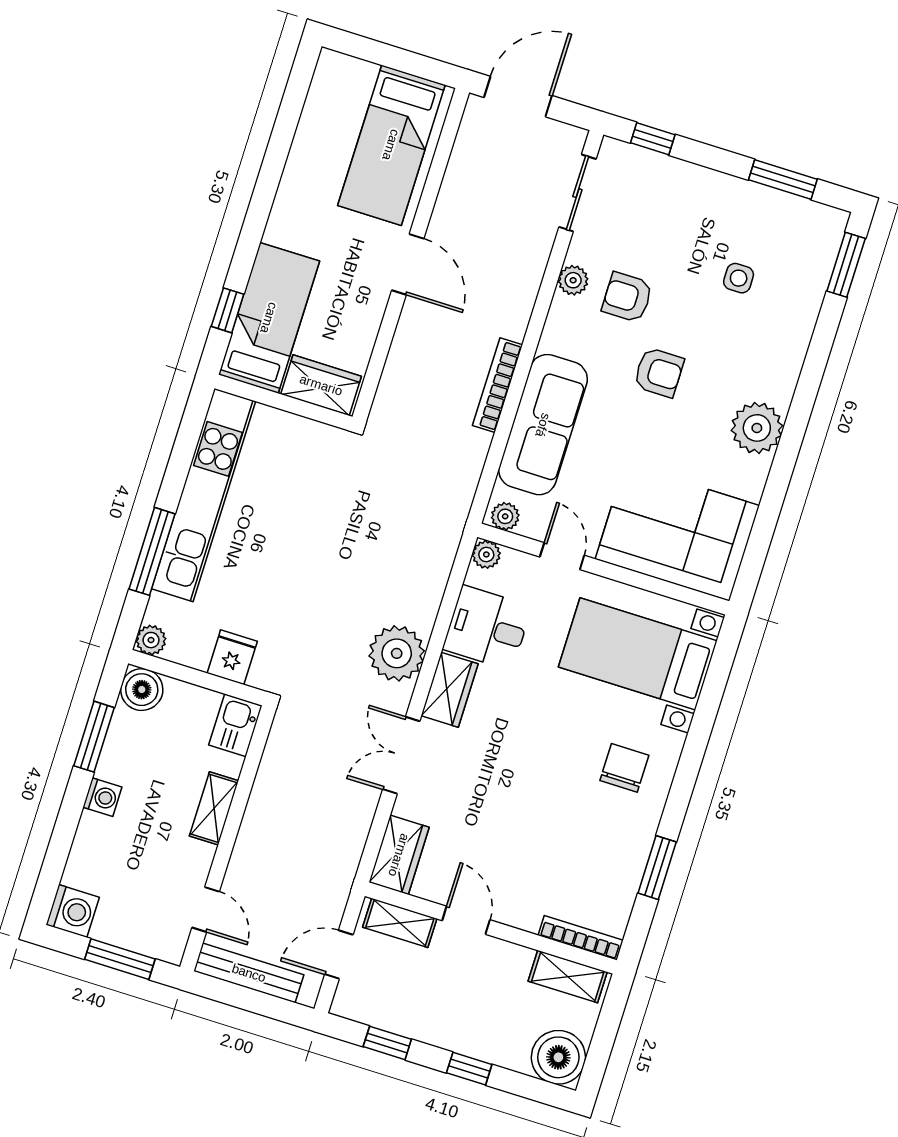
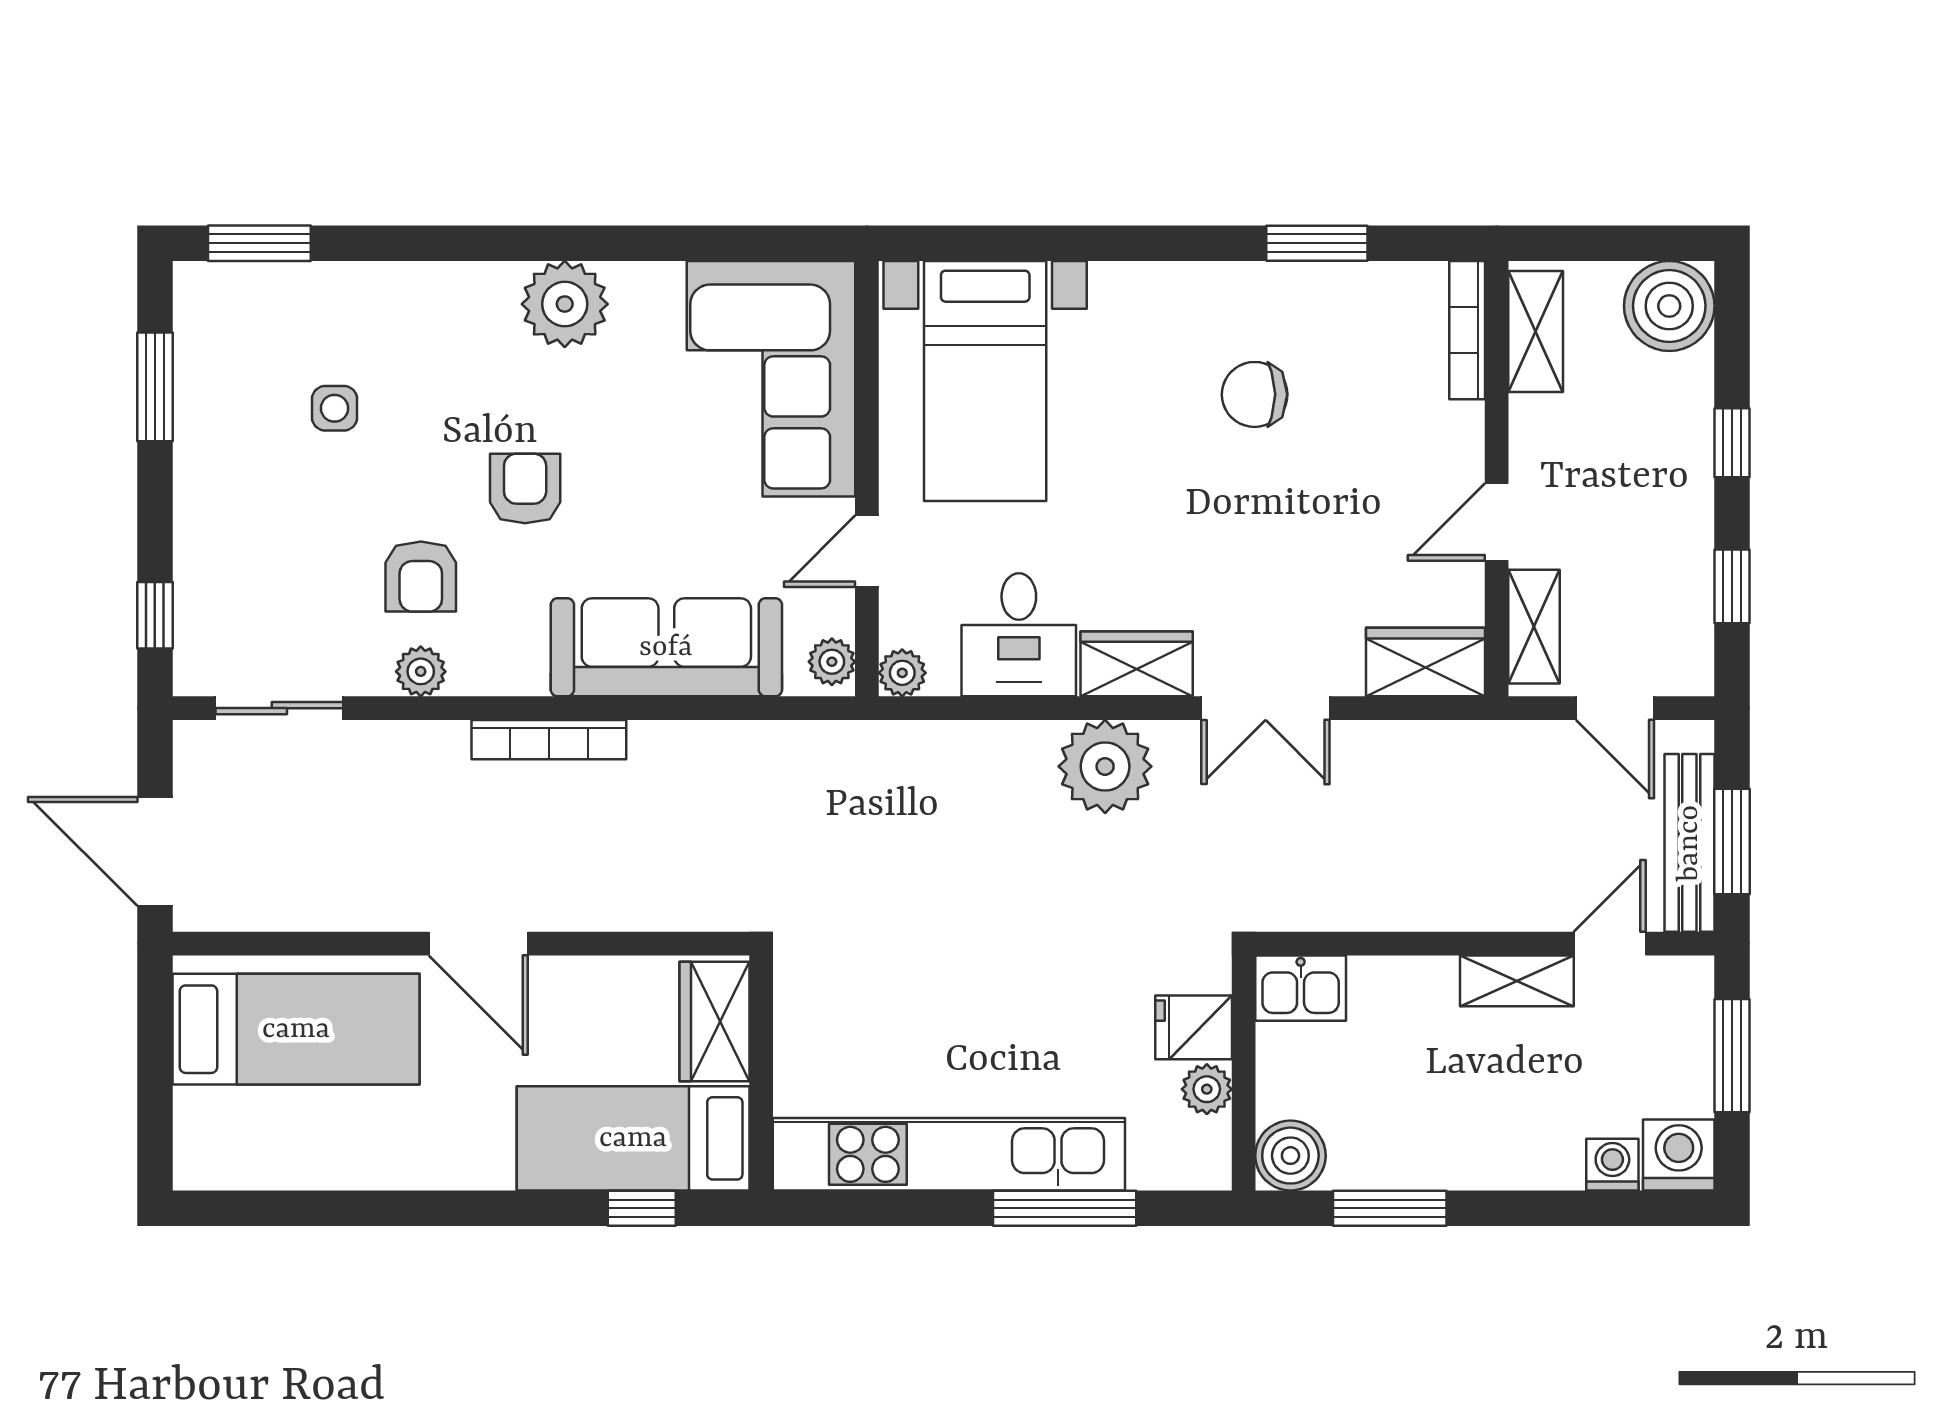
door: (408, 264) -> (478, 944), swing flipped
bookcase: (498, 385) -> (549, 740), moved
plant: (151, 640) -> (1207, 1089), moved
chair: (624, 768) -> (1255, 394), moved
washing machine: (102, 797) -> (1612, 1165), moved
shelving: (214, 808) -> (1517, 981), moved
window: (242, 997) -> (1732, 842), added

